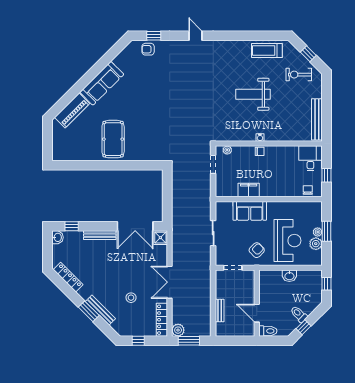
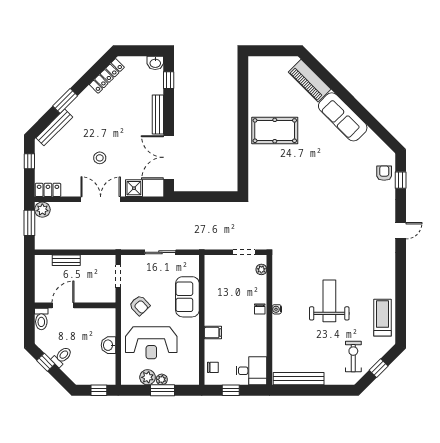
filing cabinet: (249, 190) -> (213, 333), moved, width x0.50
shower: (160, 238) -> (134, 188), moved
stool: (131, 298) -> (100, 158), moved
bench: (100, 310) -> (54, 127), moved
locker: (162, 320) -> (48, 190), width x0.66

